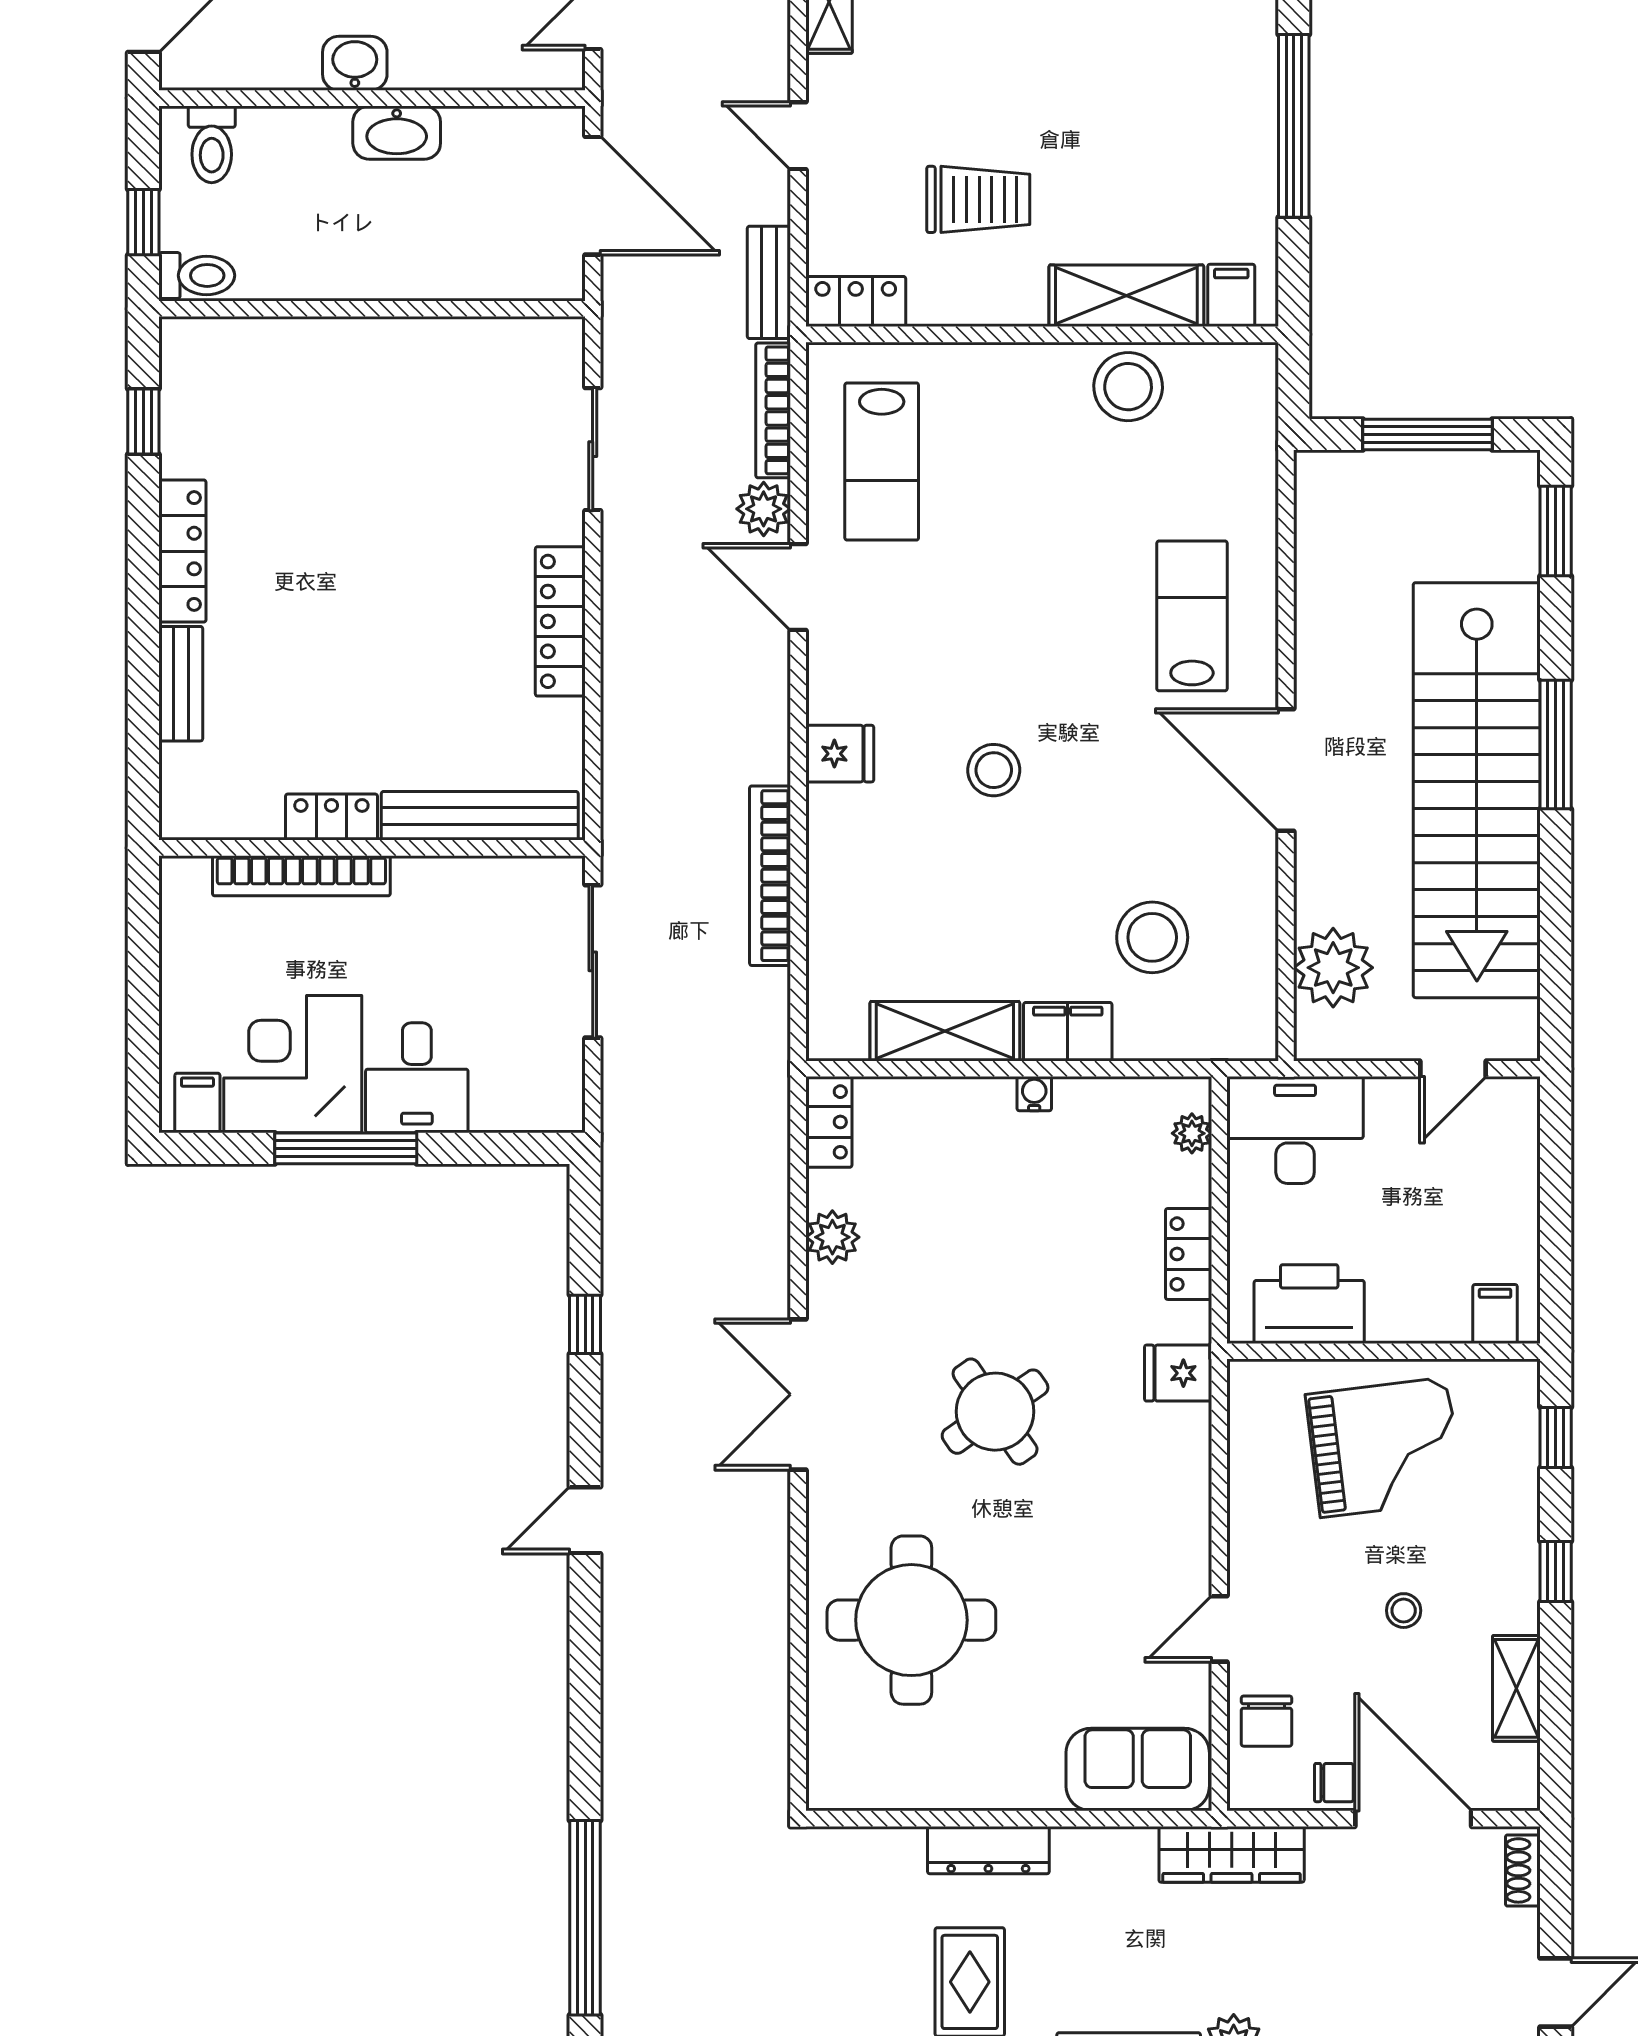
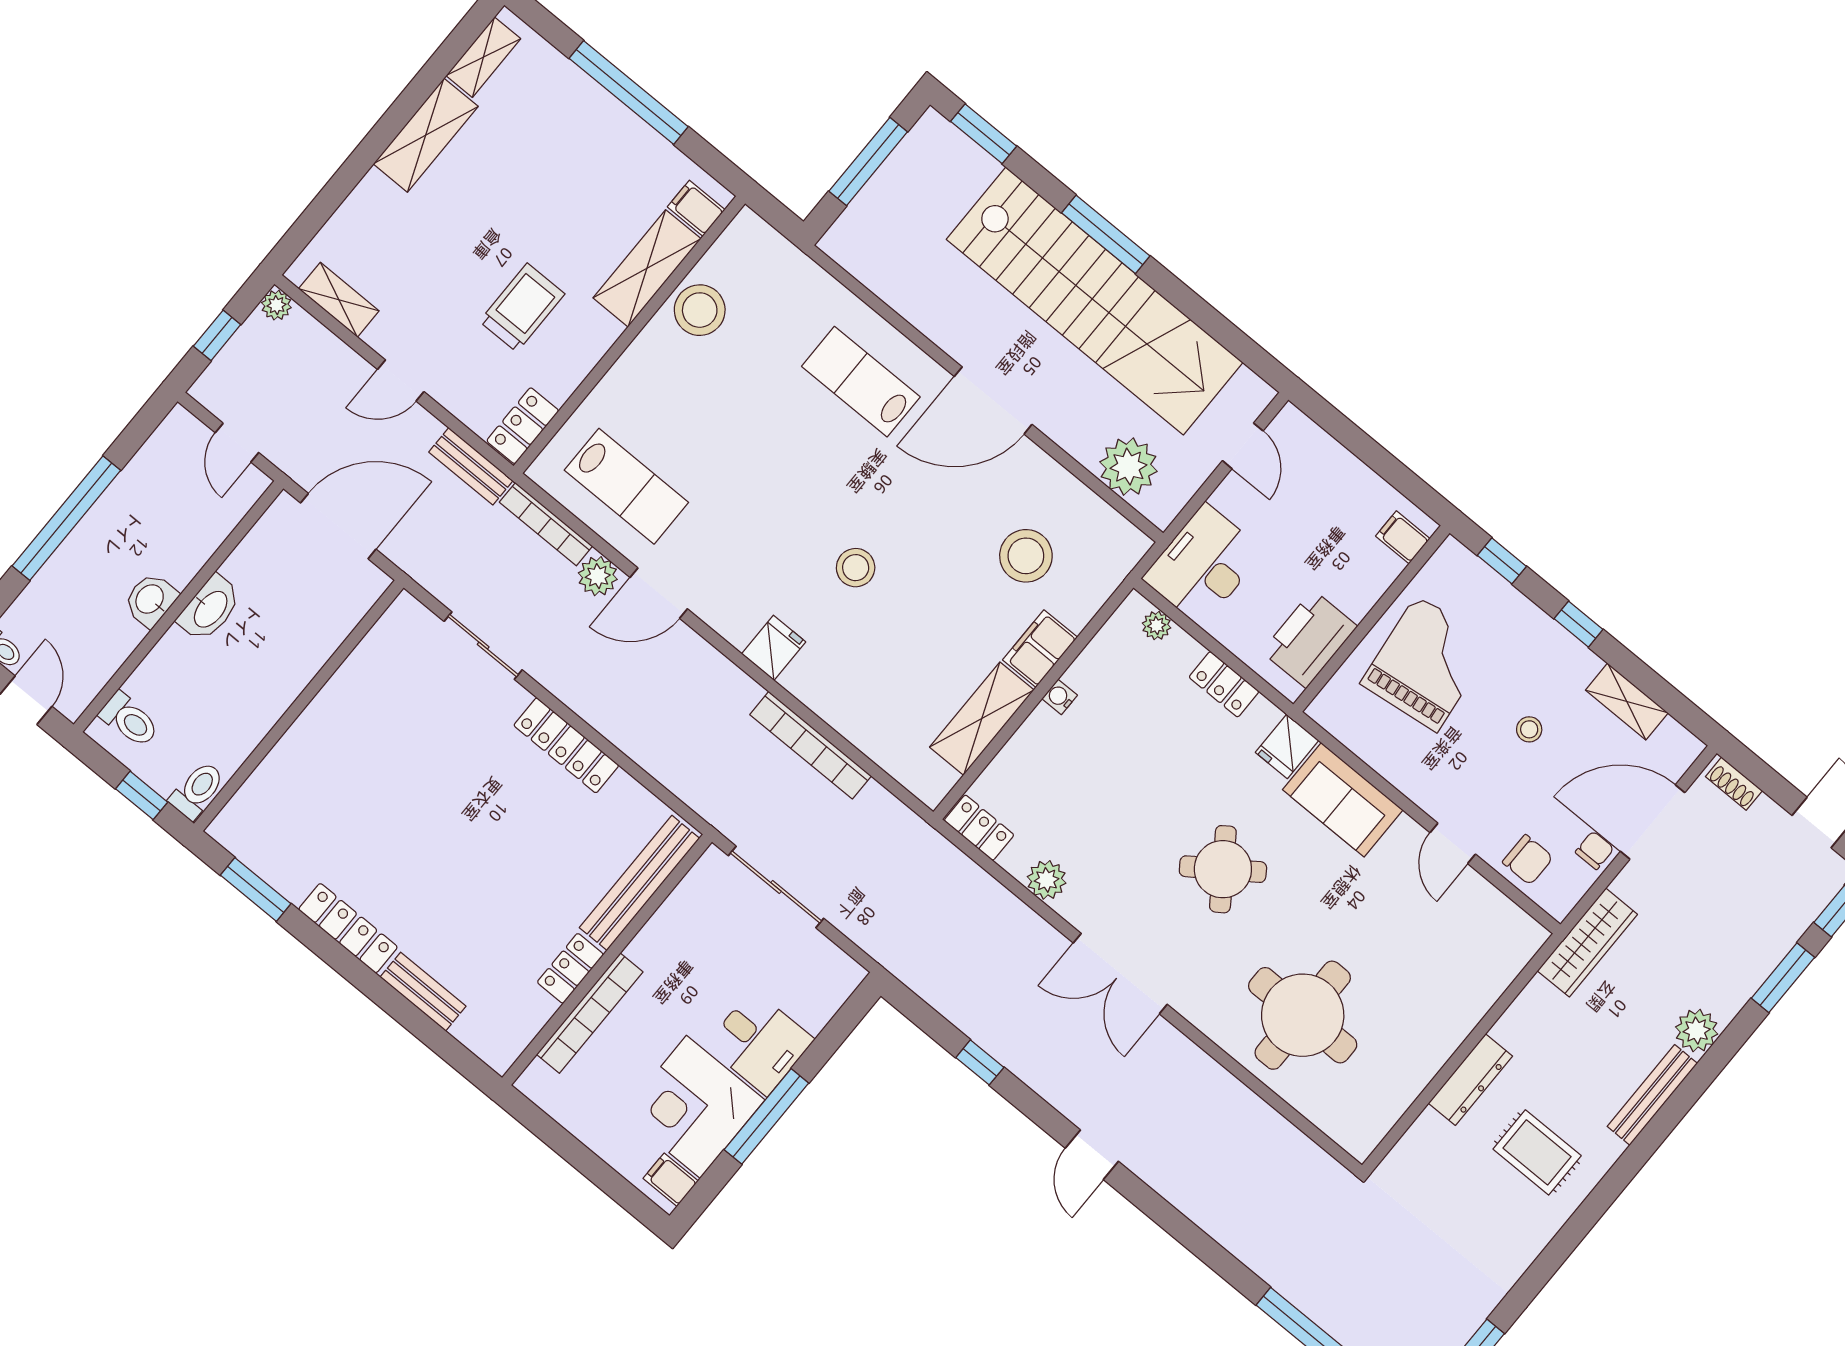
window: (143, 422) -> (256, 889), width x1.50
sofa: (1138, 1769) -> (1343, 800), moved, turned -90

